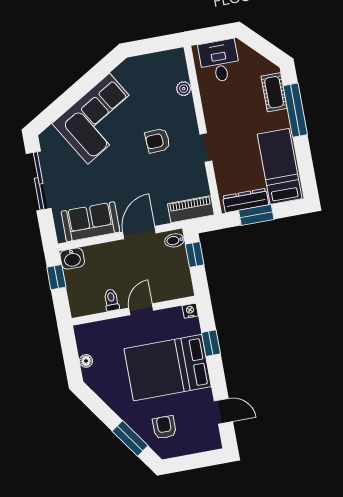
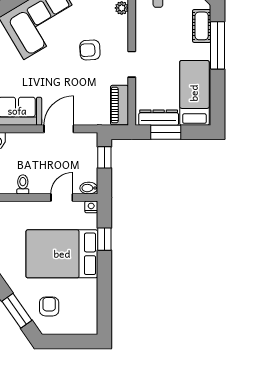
piano: (191, 209) -> (119, 105), moved, turned -90
bidet: (174, 240) -> (89, 188), moved
door: (141, 309) -> (62, 197), moved
door: (223, 411) -> (104, 302), removed

